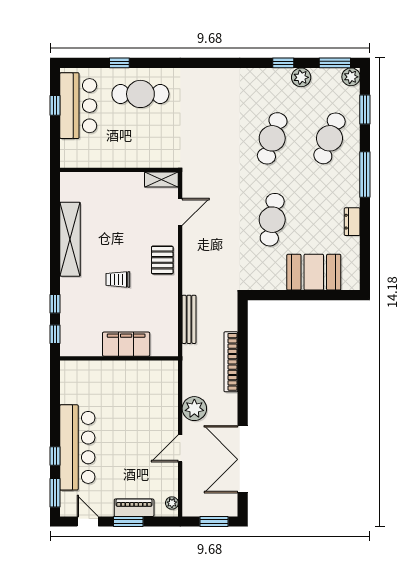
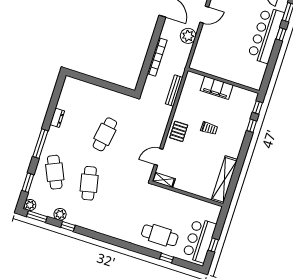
cafe table: (272, 138) -> (89, 183), turned -30
cafe table: (330, 138) -> (55, 172), turned -45
shelving: (70, 239) -> (224, 180), moved
booth: (314, 272) -> (90, 95), removed

